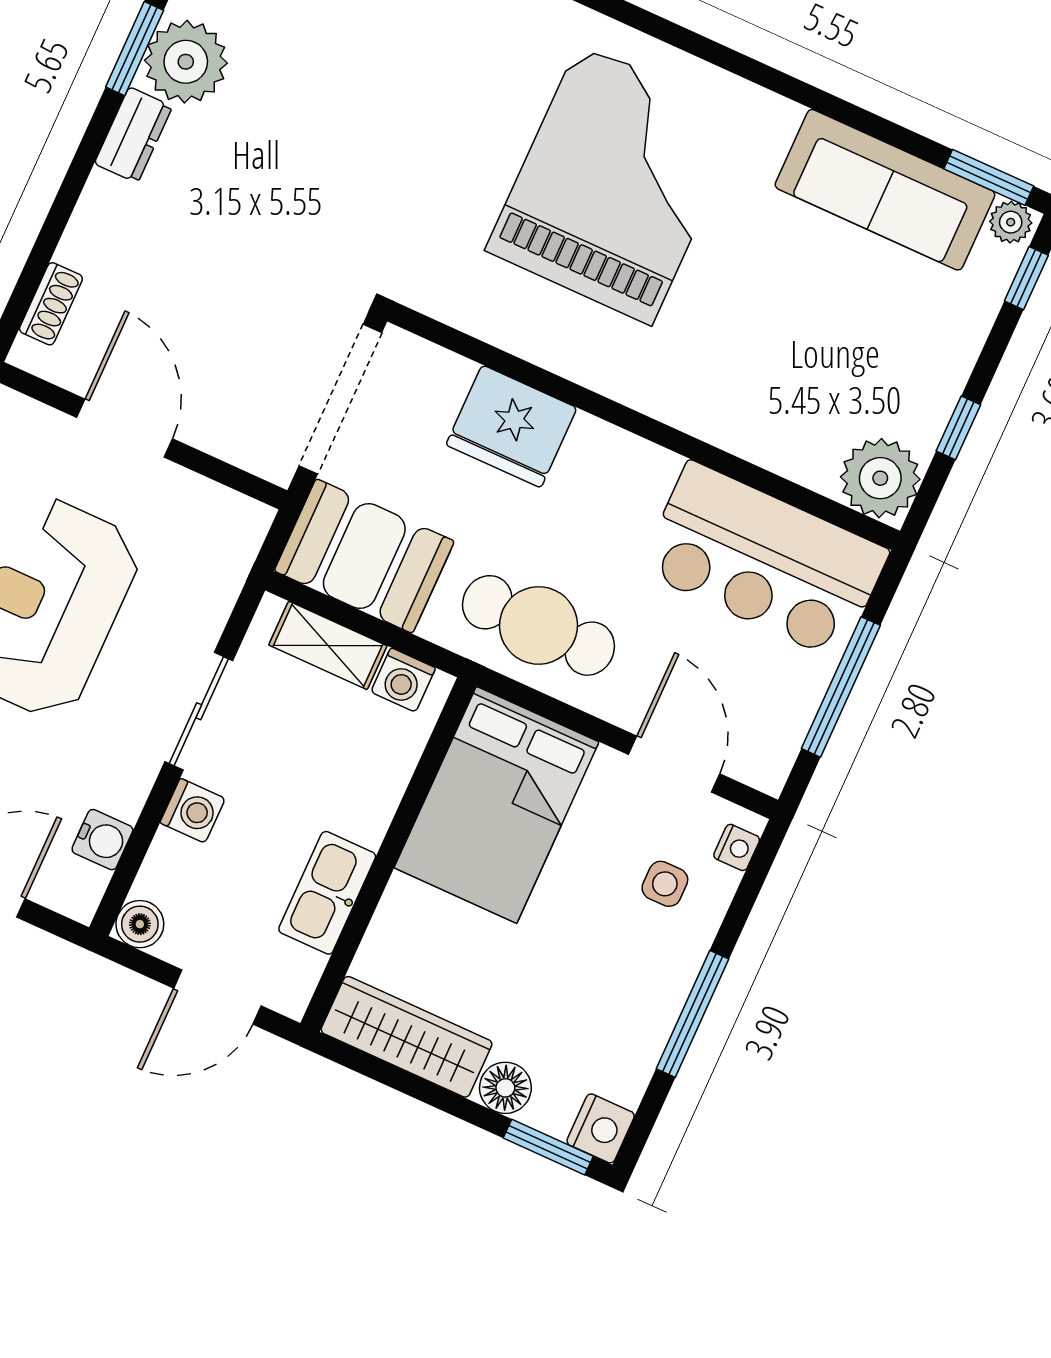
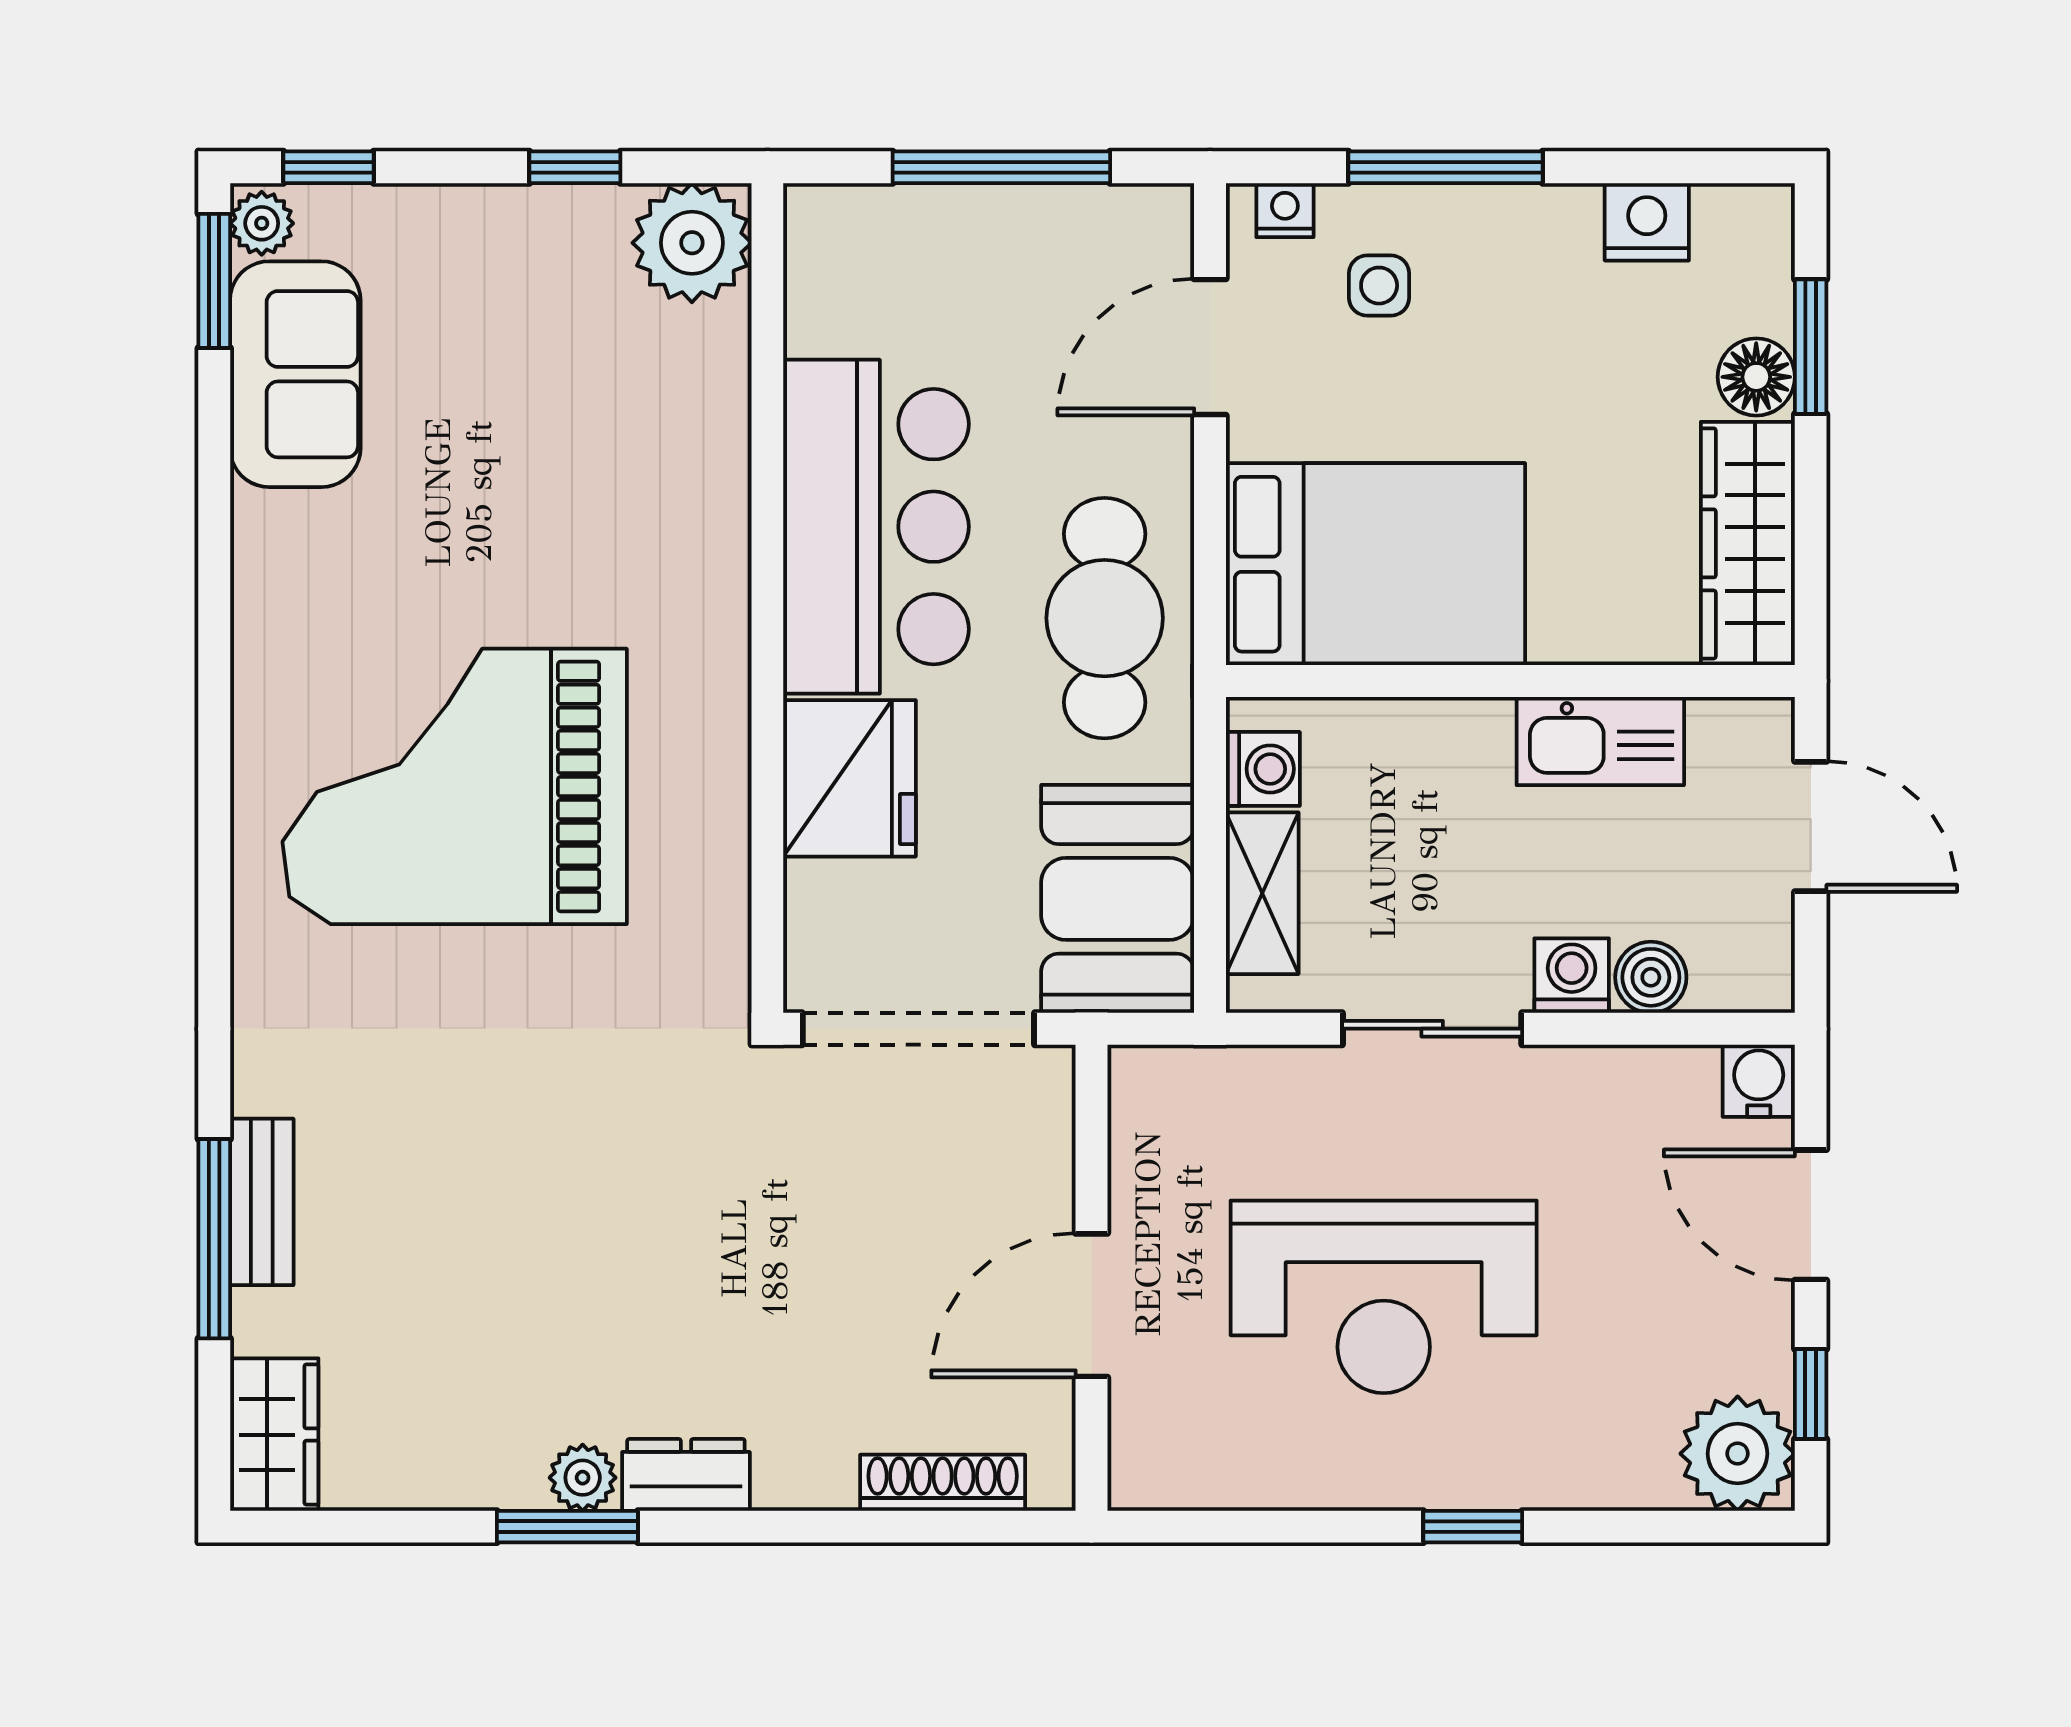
plant: (186, 62) -> (583, 1478), width x0.53, depth x0.53
sofa: (885, 190) -> (295, 374), width x0.73
shoe rack: (51, 304) -> (943, 1483), width x1.43
bar counter: (764, 560) -> (876, 527), moved
water cooler: (102, 840) -> (1759, 1081), moved
boiler: (140, 924) -> (1651, 977), moved
window: (693, 1014) -> (1445, 167), moved
nightstand: (601, 1128) -> (1647, 222), moved
window: (548, 1147) -> (1811, 347), moved

